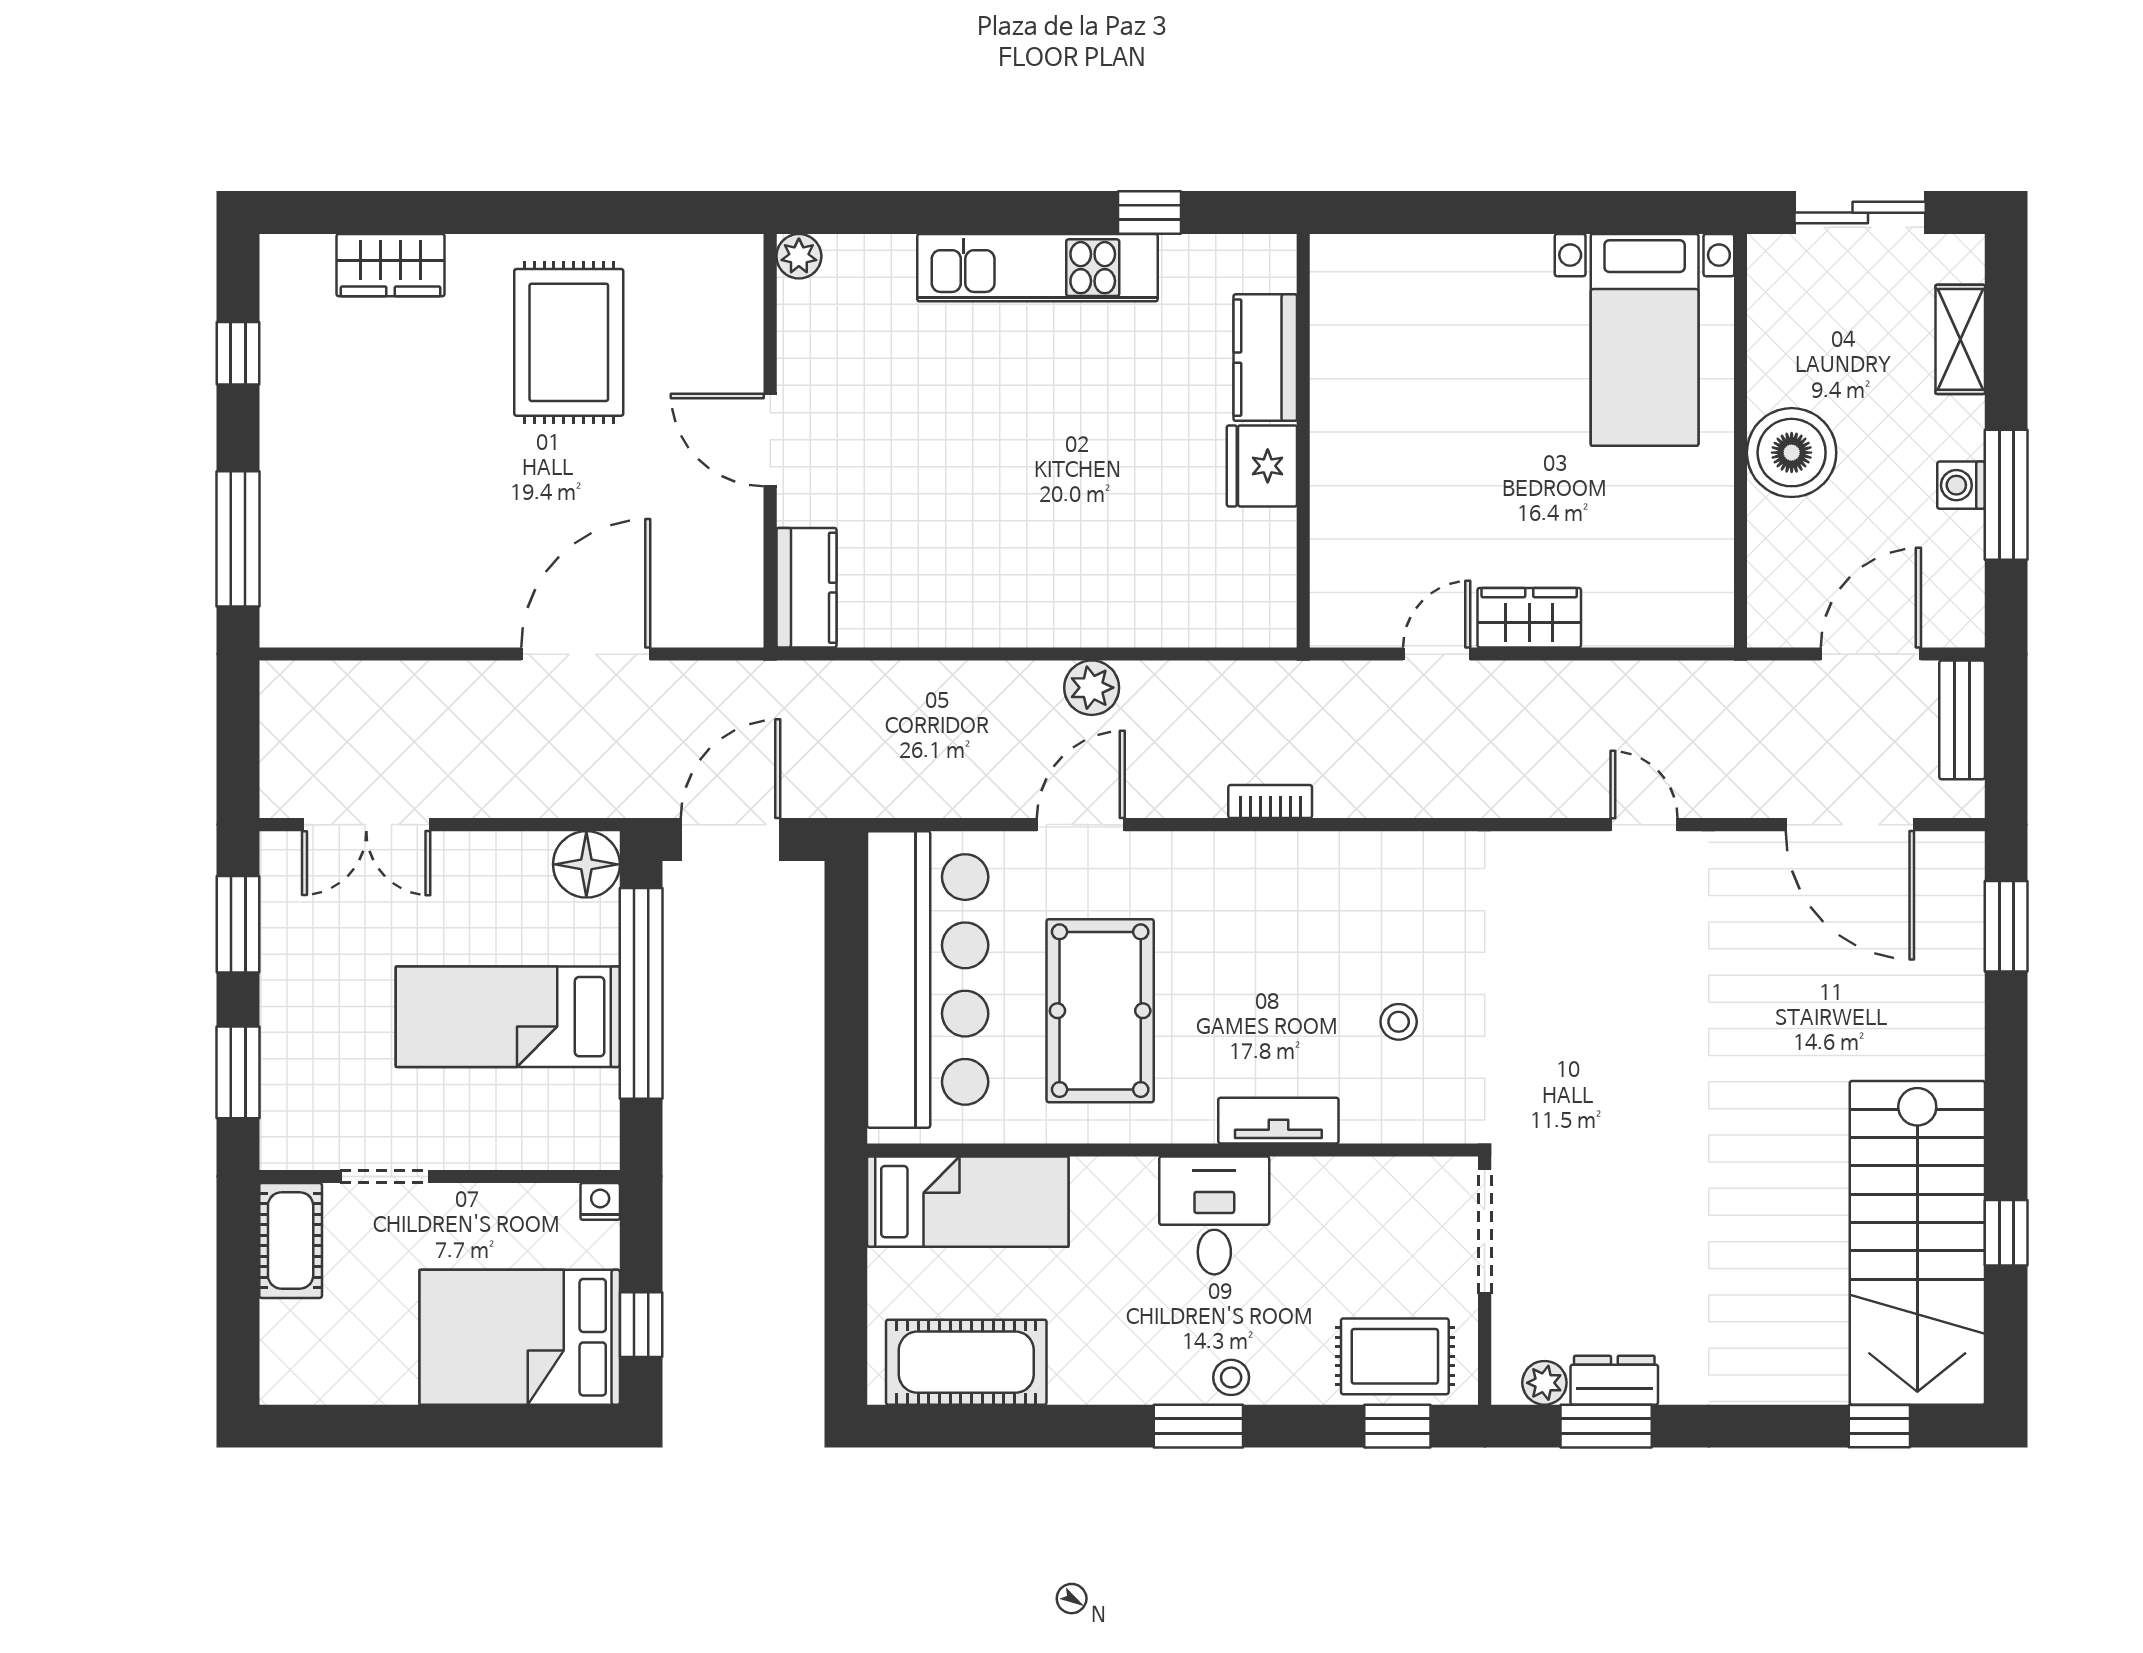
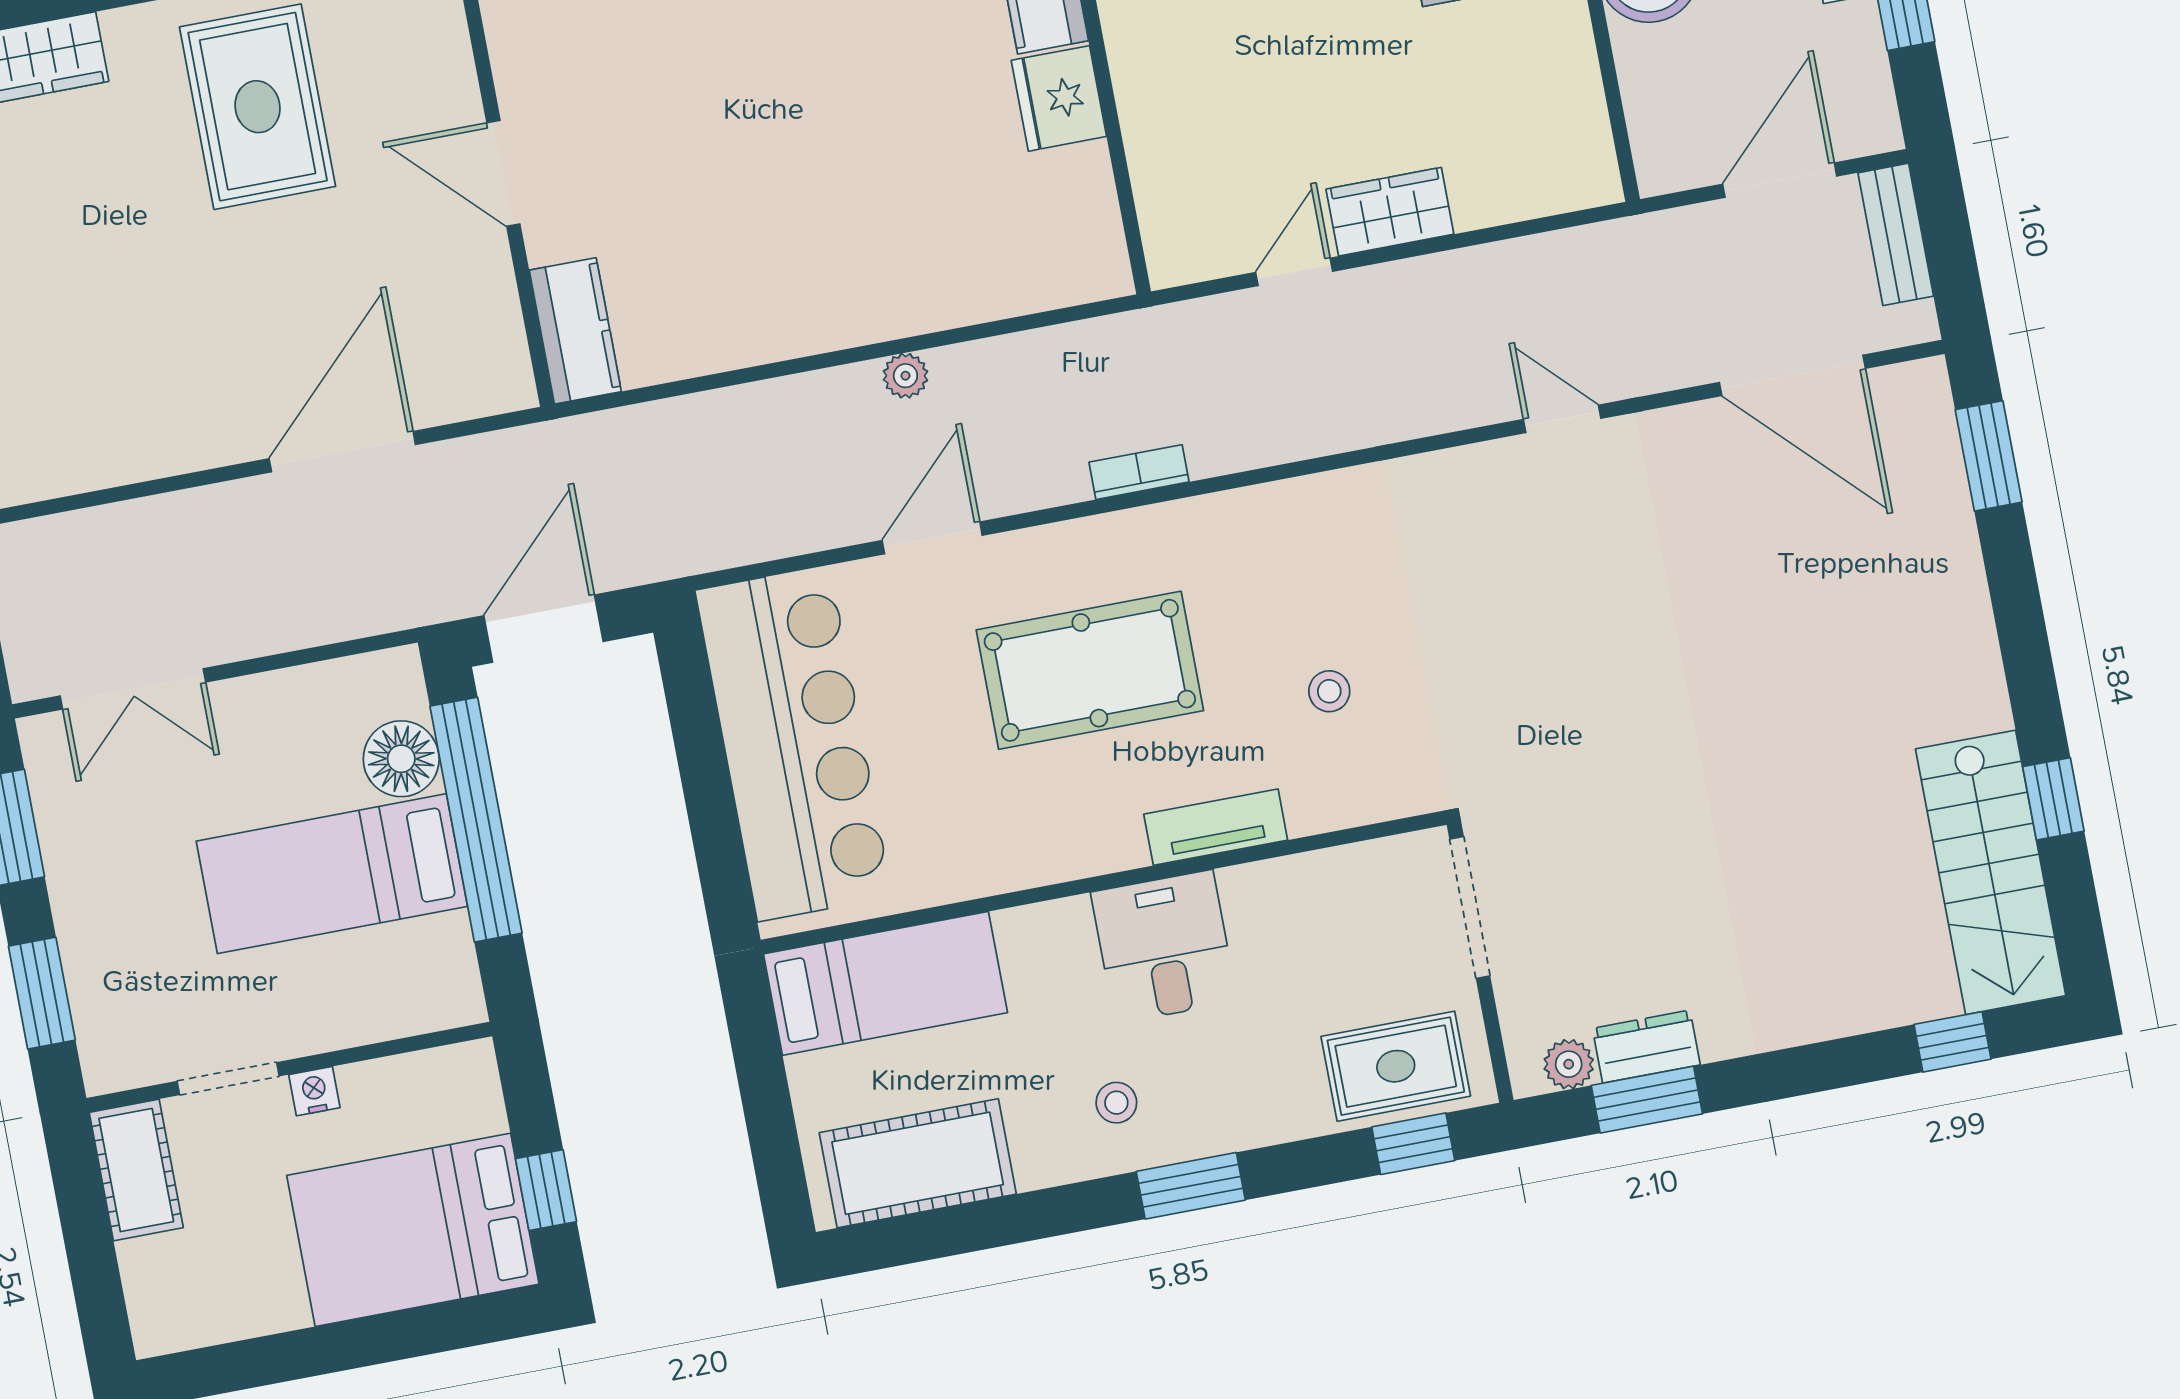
plant: (1092, 688) -> (905, 376), width x0.73, depth x0.73
floor lamp: (586, 864) -> (401, 759), moved
pool table: (1100, 1011) -> (1090, 670), moved, turned 90
nightstand: (600, 1201) -> (314, 1091), moved
stairs: (1917, 1243) -> (1991, 872), width x0.73, depth x0.66
stool: (1231, 1377) -> (1116, 1103), moved

